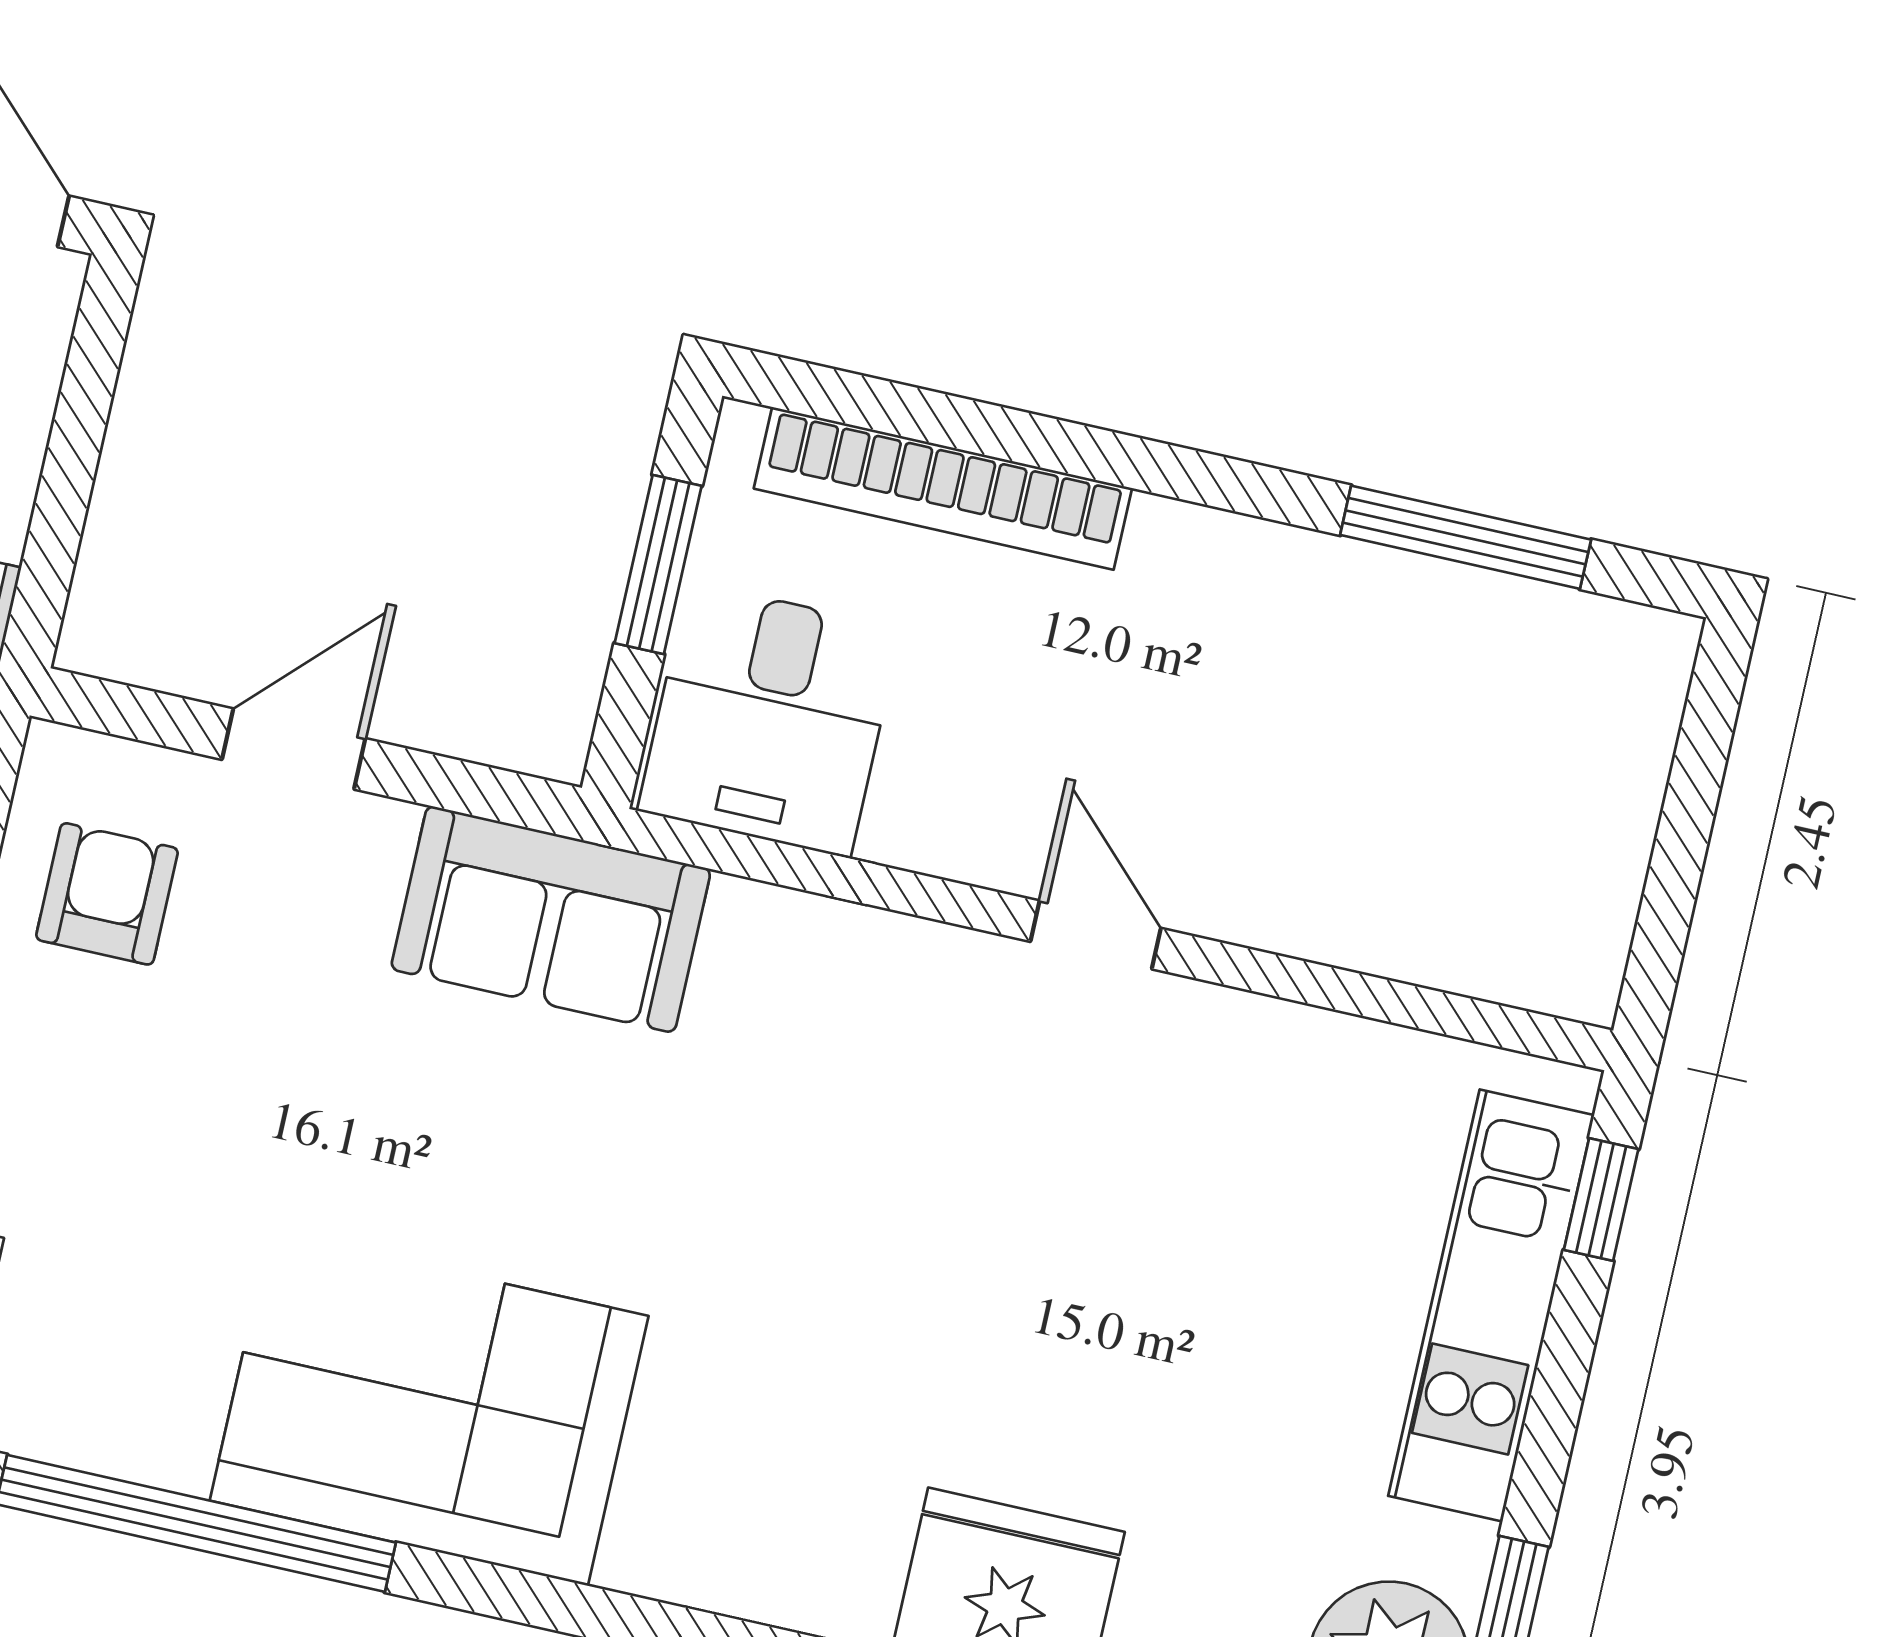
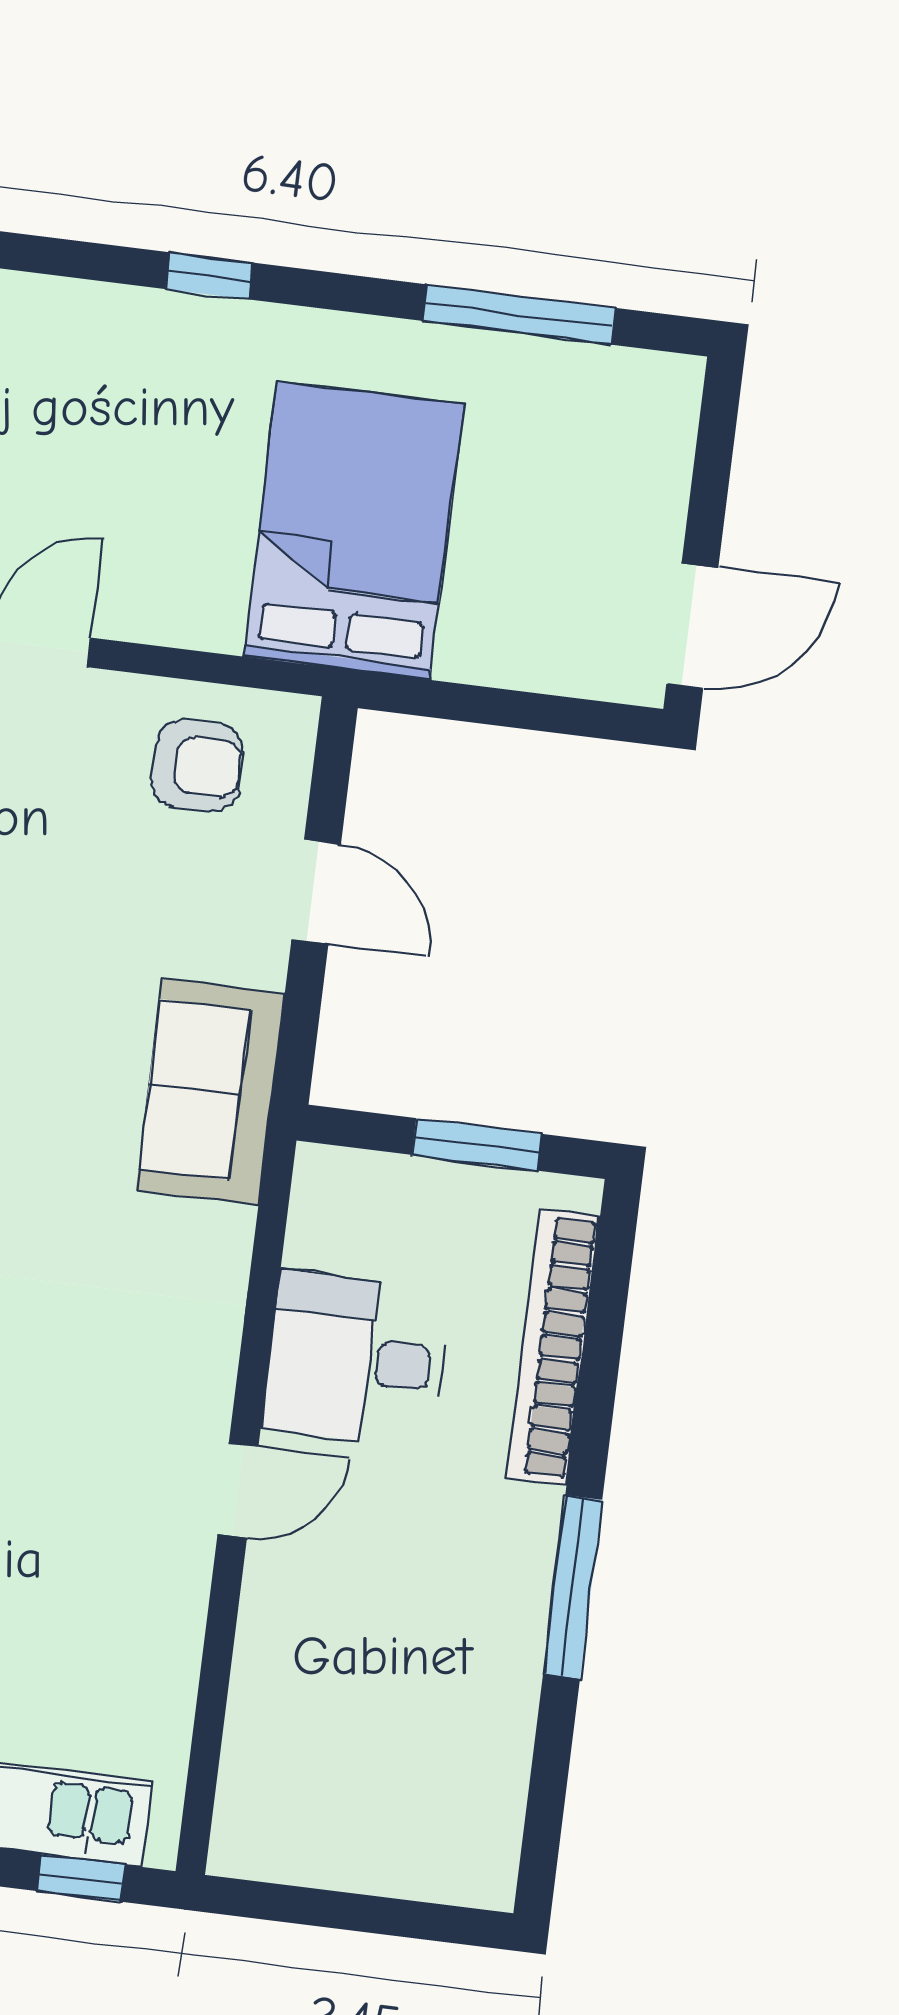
window: (1466, 537) -> (573, 1587), moved
desk: (769, 720) -> (356, 1360), moved

